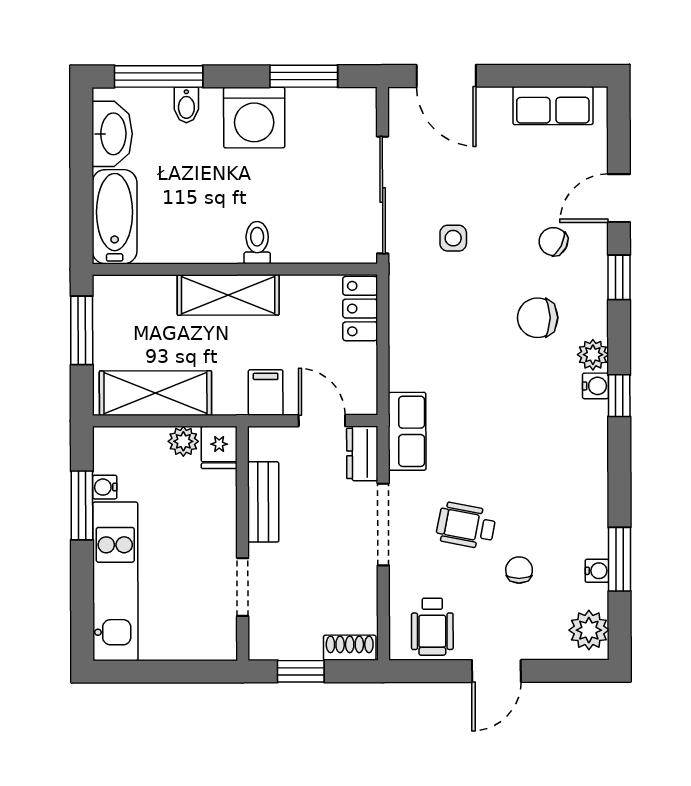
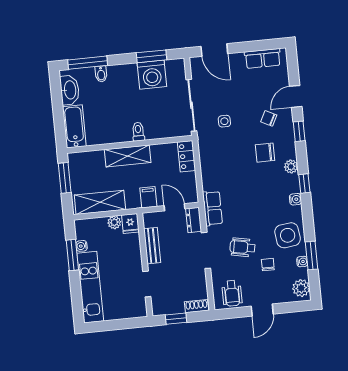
washing machine: (254, 118) -> (152, 75), moved
water cooler: (595, 386) -> (295, 199), moved
side table: (570, 509) -> (288, 235), added

